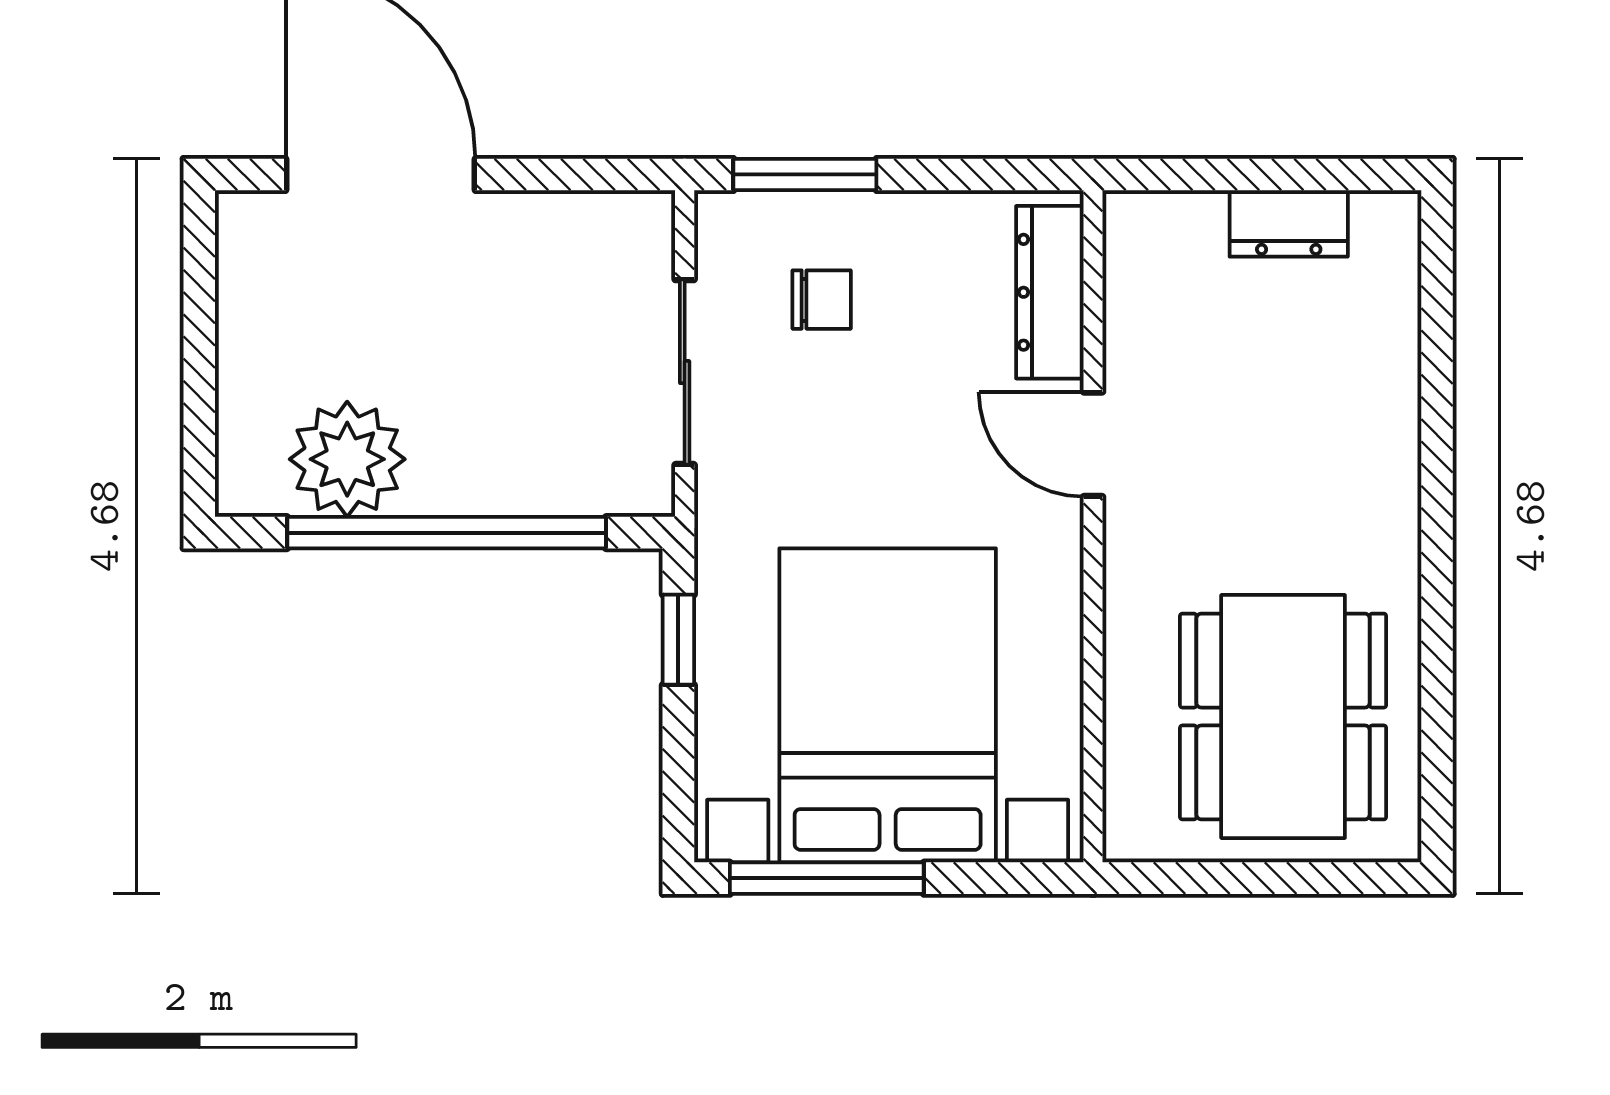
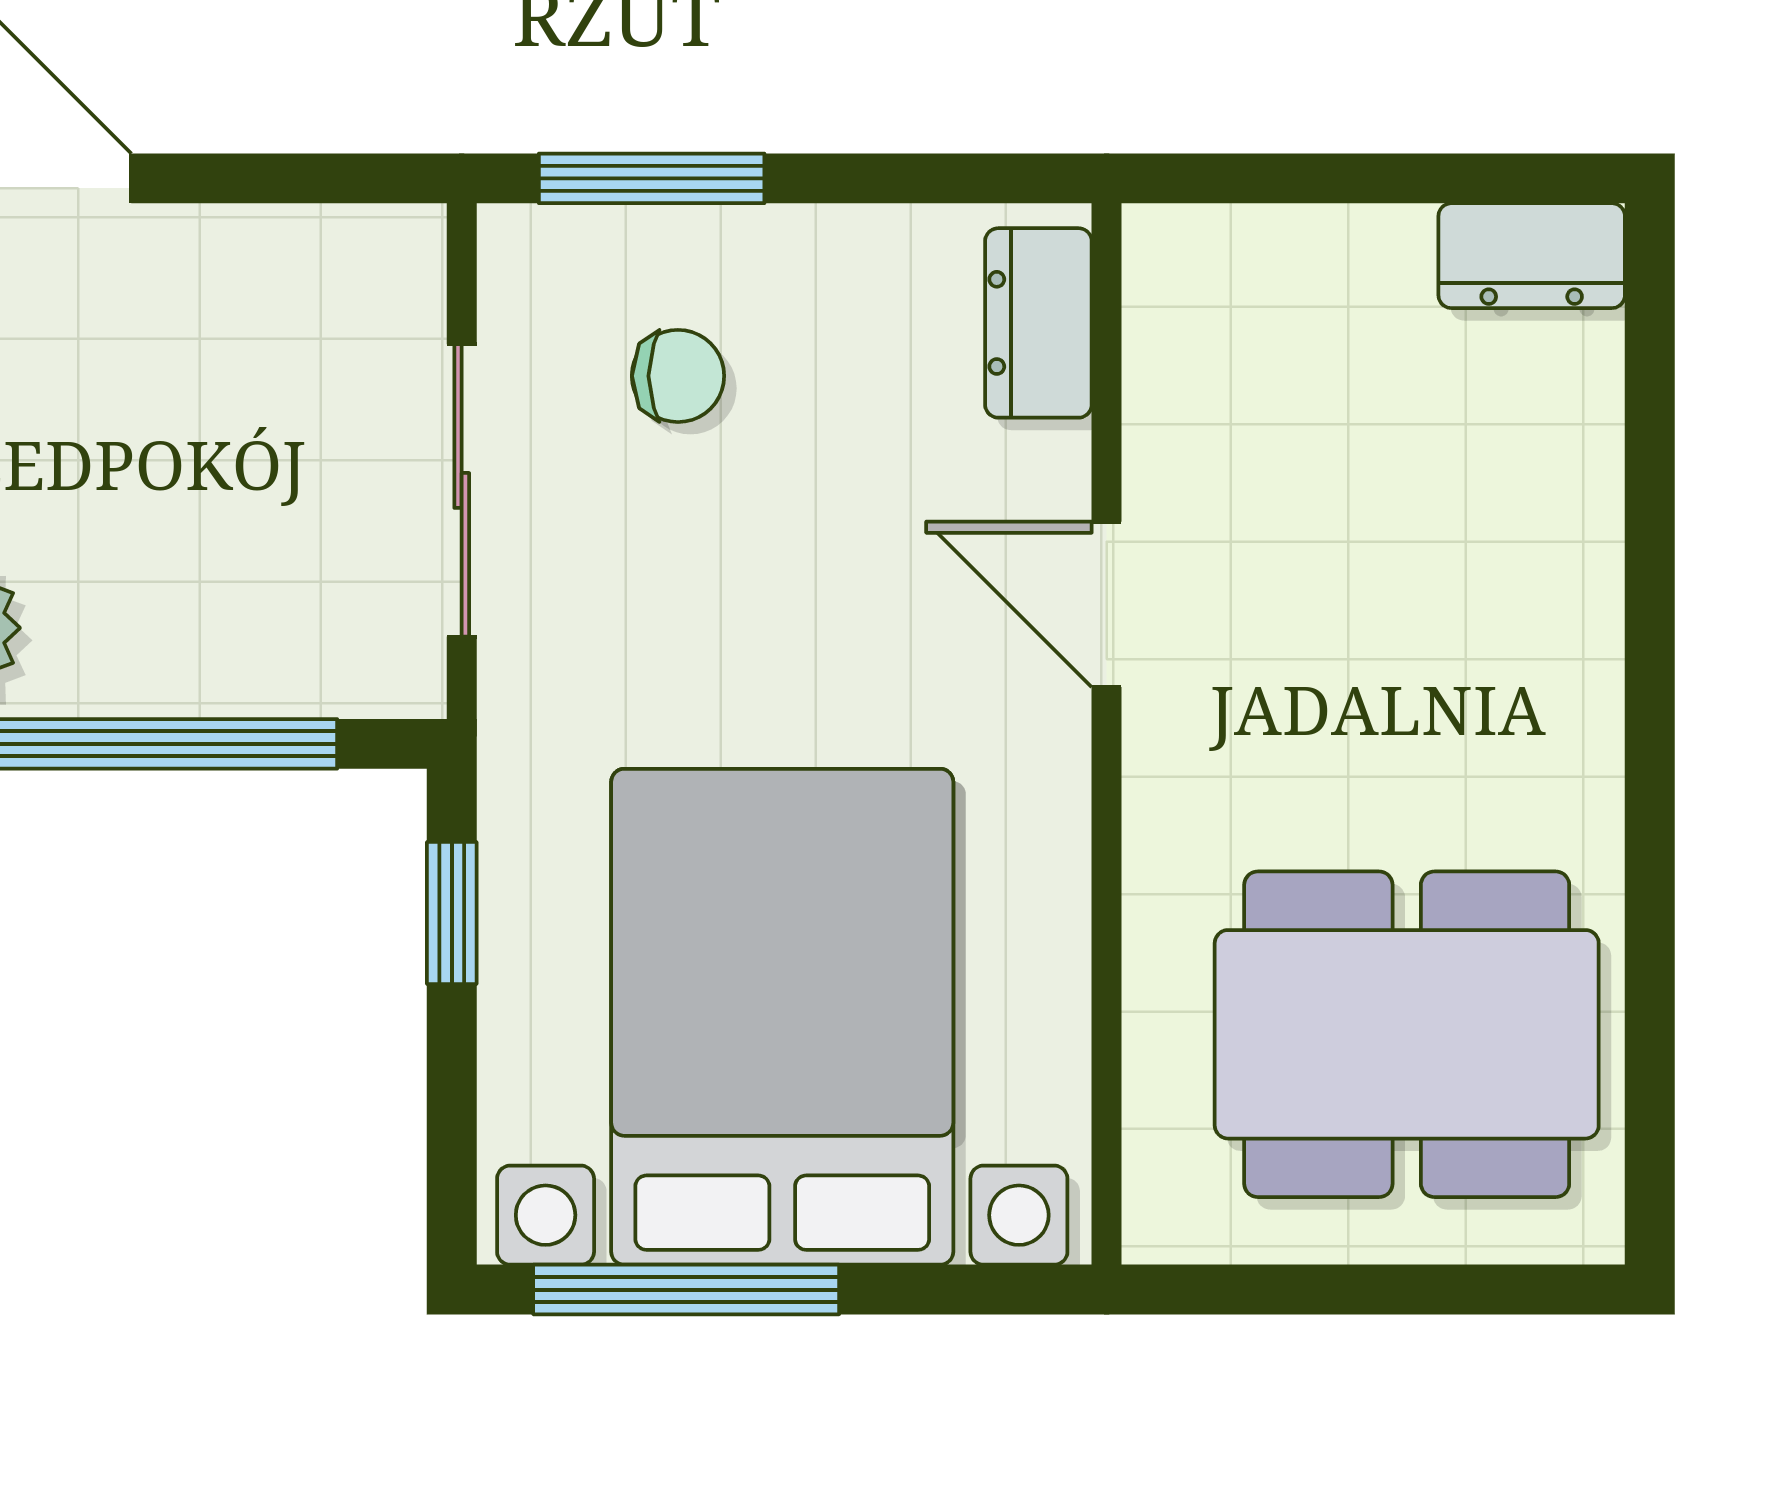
dresser: (1289, 223) -> (1532, 256), moved
dresser: (1050, 292) -> (1038, 323), width x0.70
dining table: (1283, 717) -> (1407, 1034), turned 90

